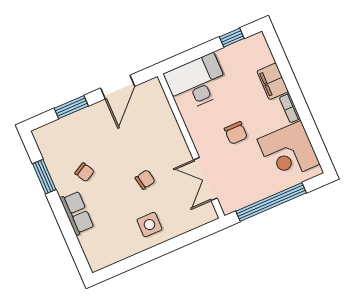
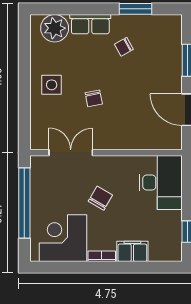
chair: (236, 133) -> (100, 198), turned 120
plant: (95, 245) -> (55, 28), added

